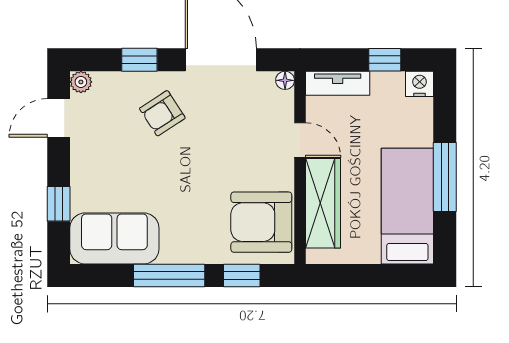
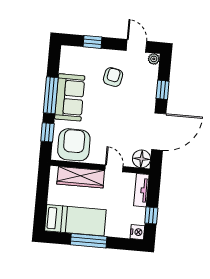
floor lamp: (285, 80) -> (141, 159), width x1.89, depth x1.89
armchair: (162, 113) -> (113, 77), moved, turned 45
door: (300, 140) -> (114, 168), swing flipped
sofa: (114, 238) -> (70, 97), moved

